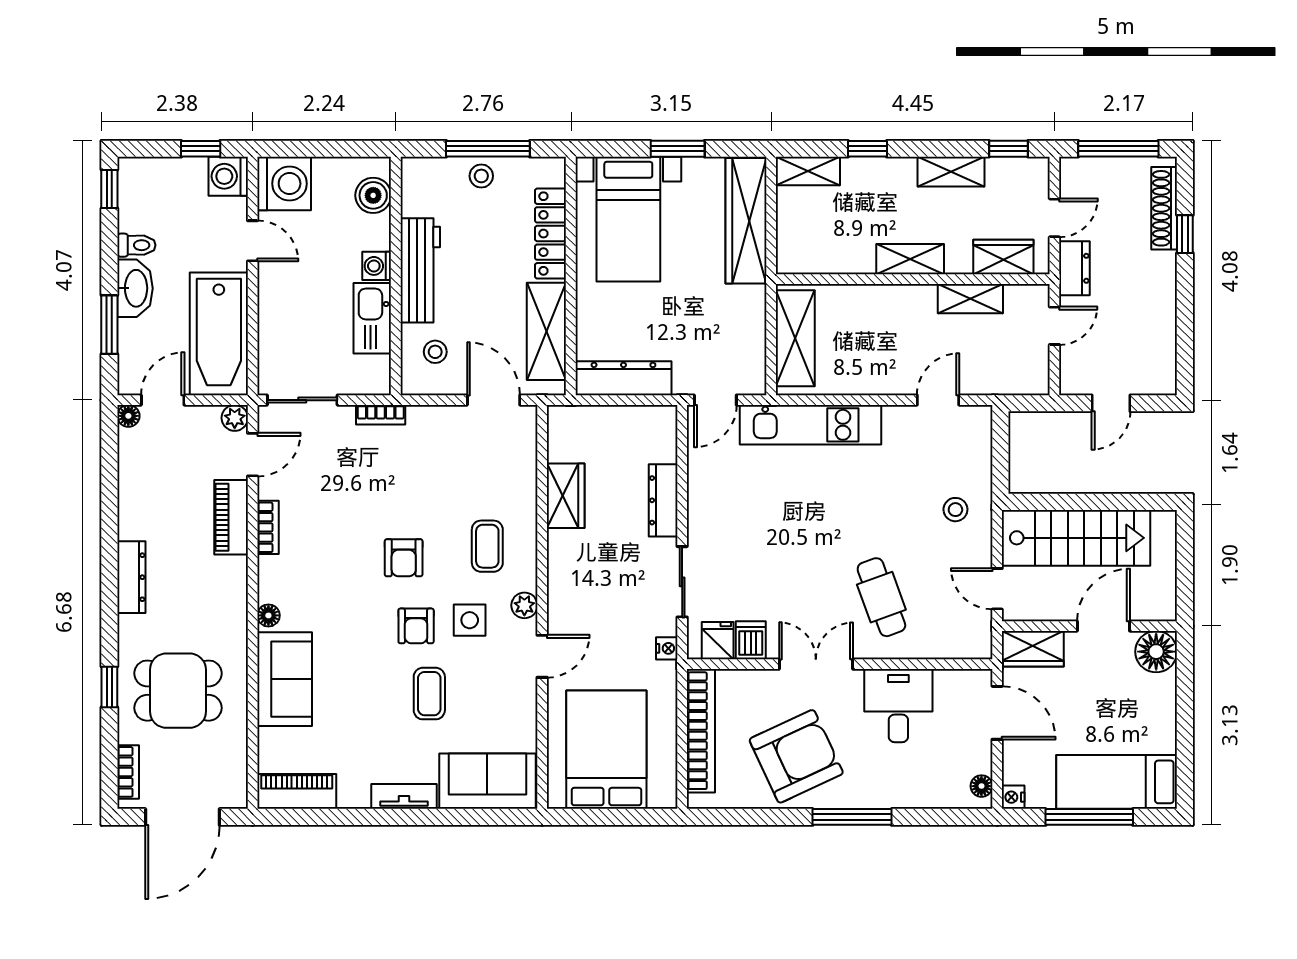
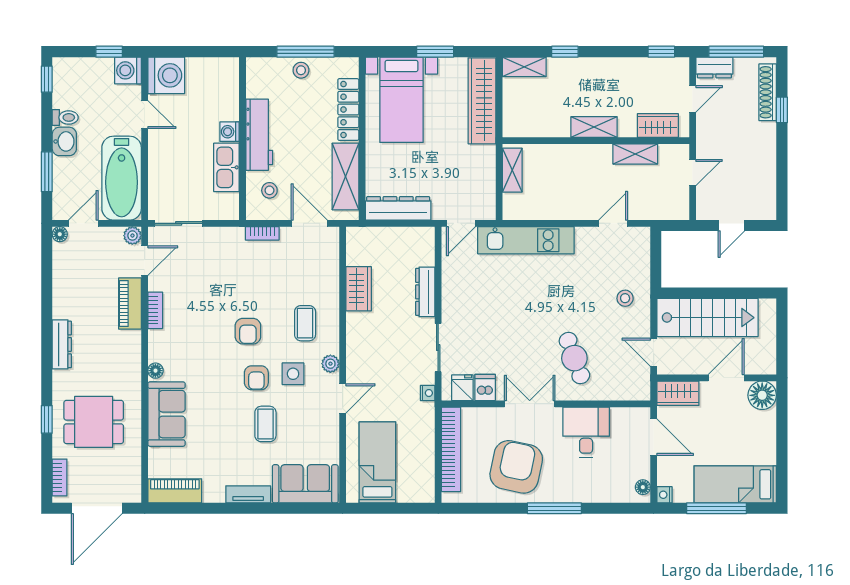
shelving: (951, 172) -> (622, 67), removed
boiler: (373, 195) -> (227, 83), removed
dresser: (1074, 268) -> (714, 67), moved, turned 90
washbasin: (135, 288) -> (64, 141), width x0.72
shelving: (795, 338) -> (512, 170), width x0.67, depth x0.75
bookcase: (381, 415) -> (262, 233), moved
bed: (606, 750) -> (377, 462), width x0.67
armchair: (796, 756) -> (516, 467), turned -53

